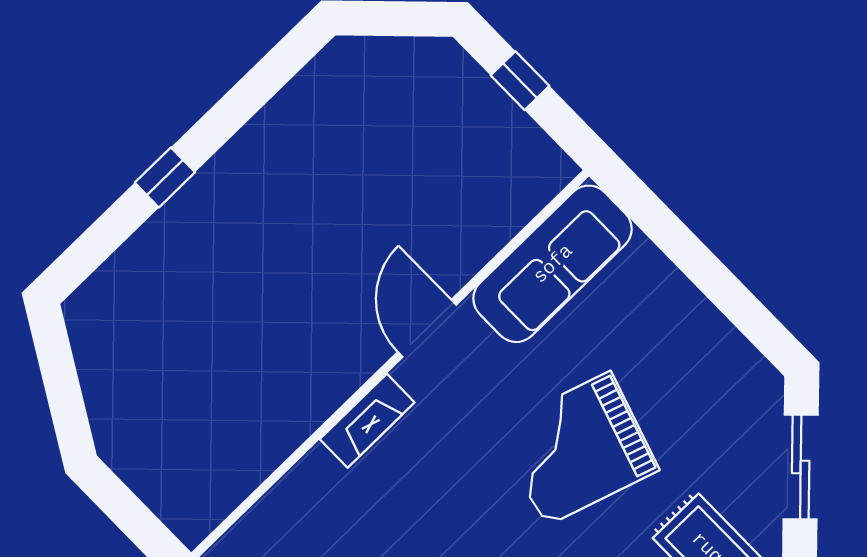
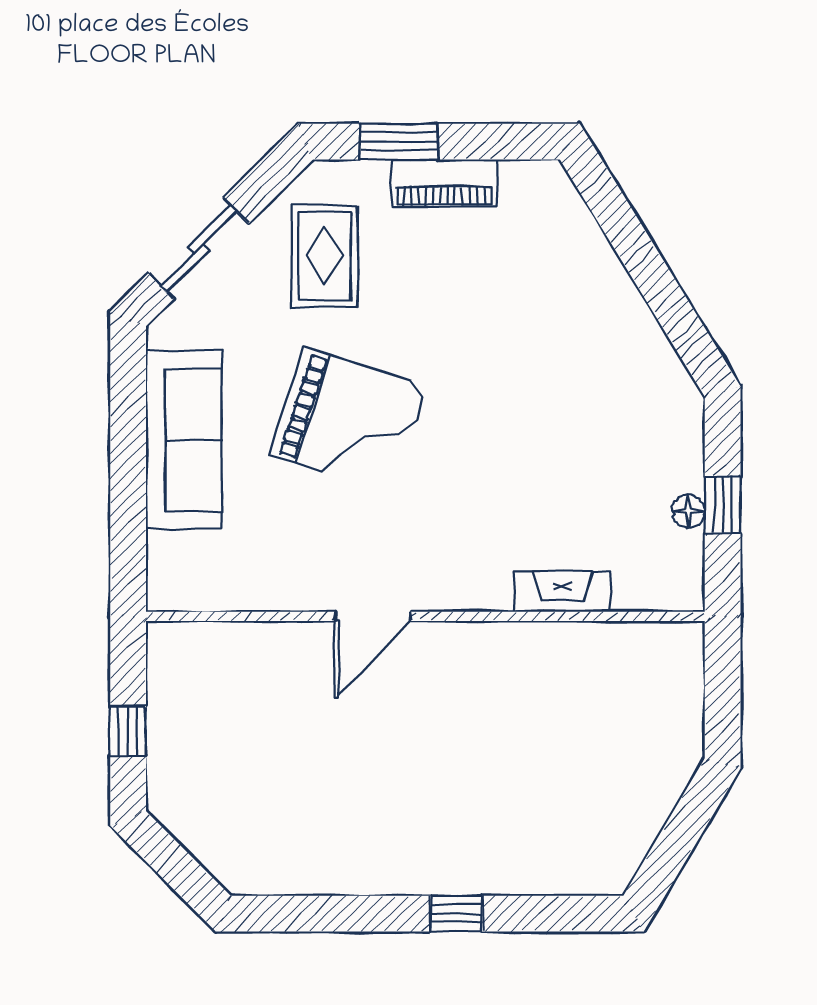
sofa: (553, 264) -> (184, 440), moved, turned 90
fireplace: (367, 421) -> (563, 591), moved

